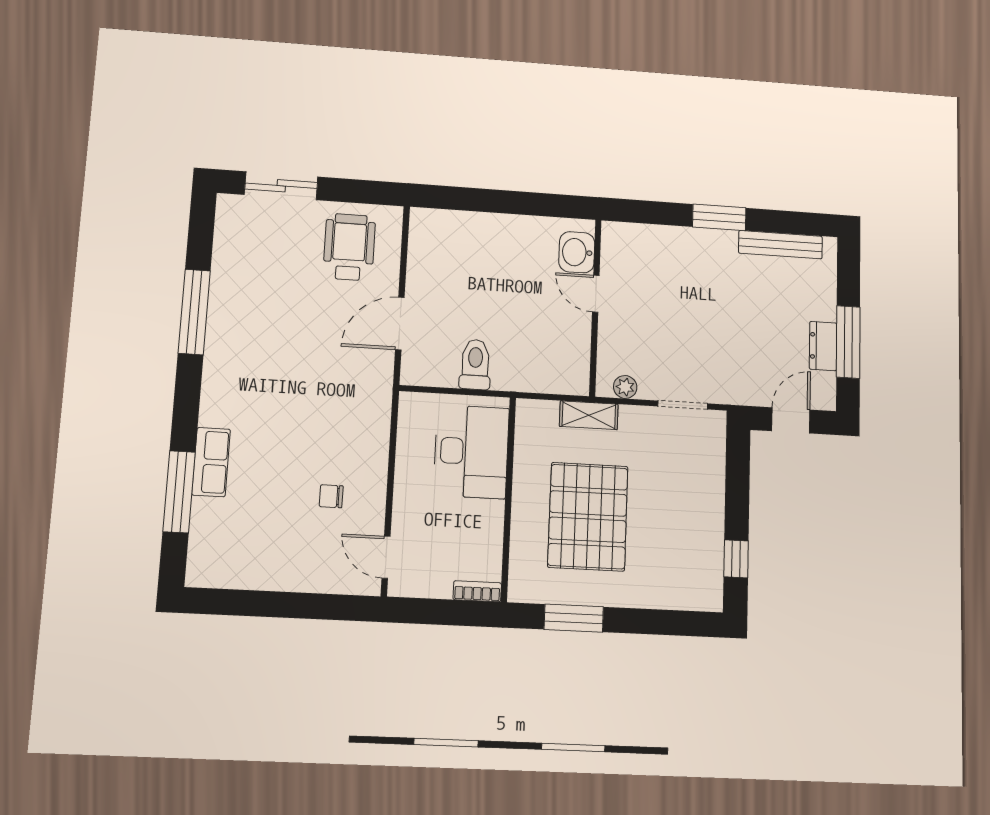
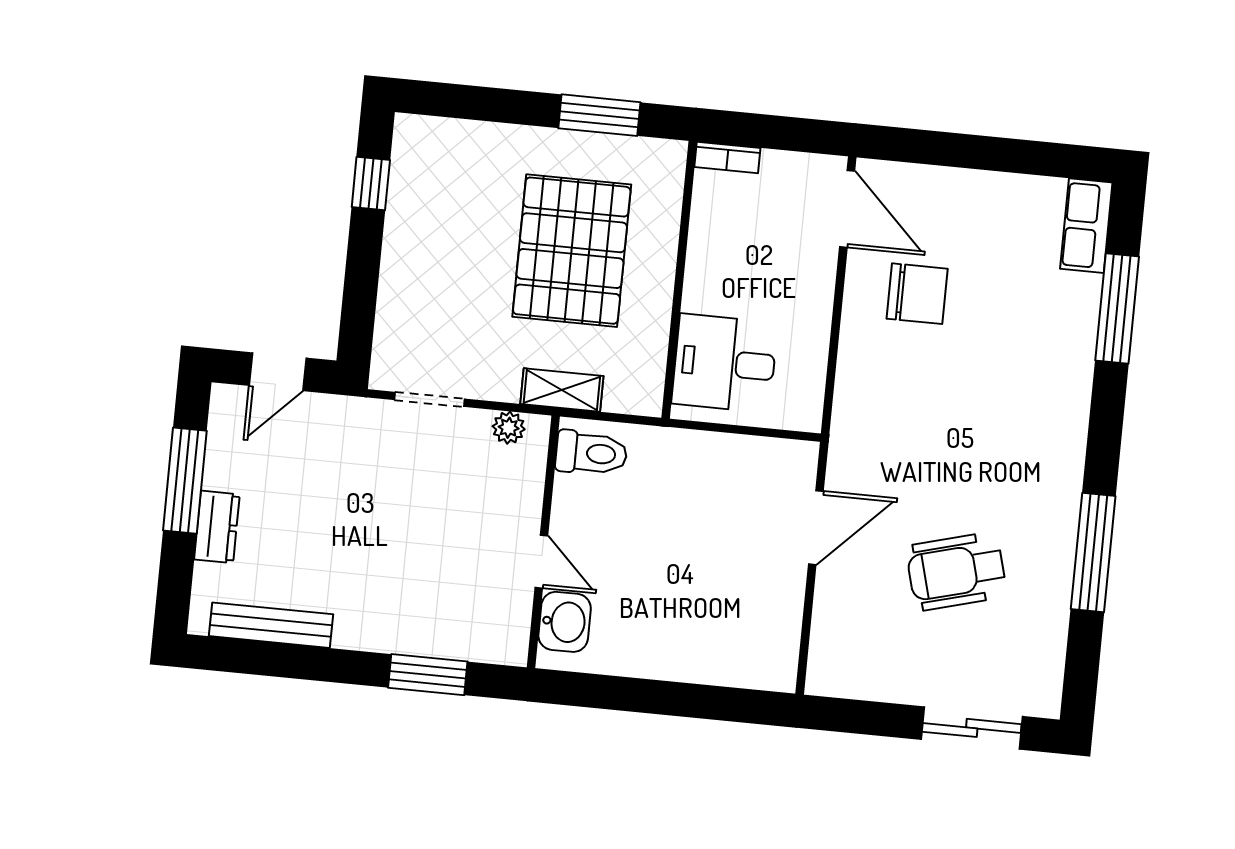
window: (719, 217) -> (428, 675), moved
wheelchair: (349, 247) -> (956, 571), moved, turned 75
dresser: (823, 346) -> (217, 527), moved
toilet: (475, 364) -> (591, 453), moved, turned -90
desk: (471, 452) -> (725, 363), width x0.73
row of seats: (211, 462) -> (1086, 226), moved
chair: (331, 496) -> (917, 294), width x1.87, depth x1.87
door: (386, 557) -> (847, 209), width x1.38

